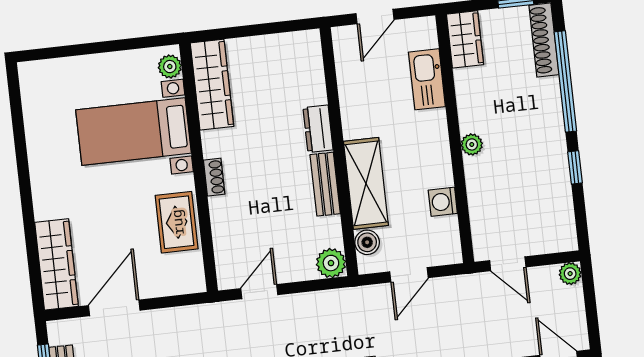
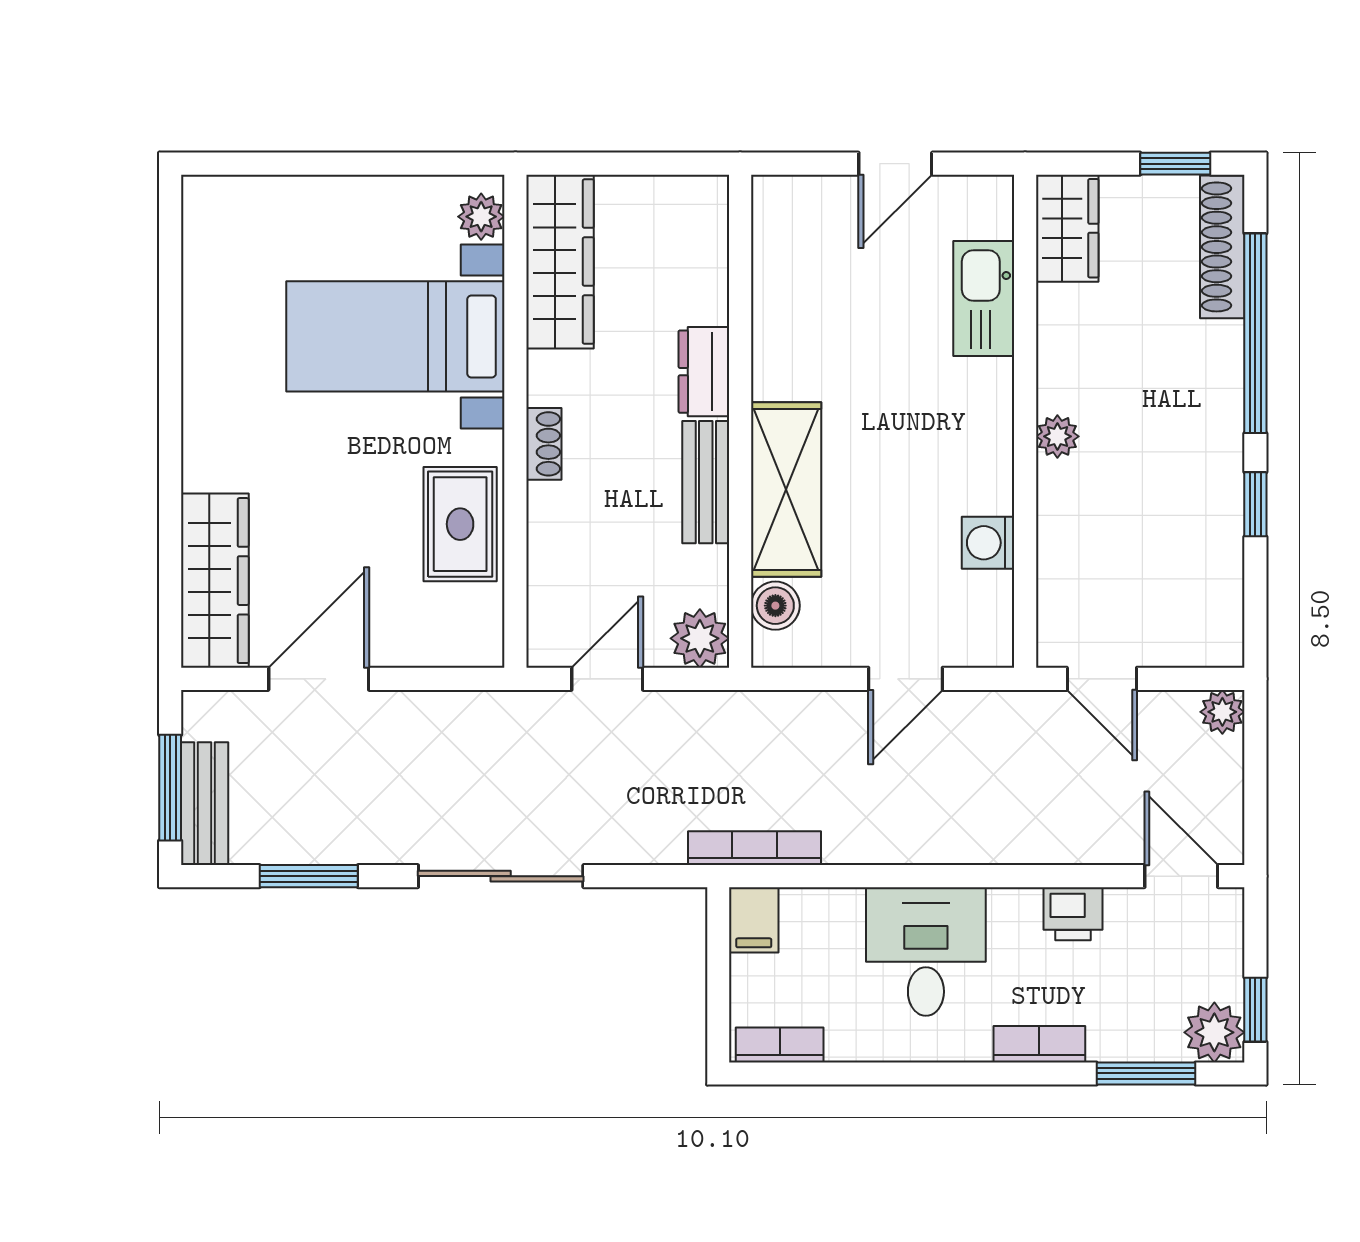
dresser: (318, 129) -> (704, 372), moved
wall: (339, 152) -> (740, 421), moved
shelving: (366, 183) -> (786, 490), moved
bench: (325, 184) -> (706, 482), moved
boiler: (367, 242) -> (775, 606), moved
plant: (331, 263) -> (700, 638), moved

